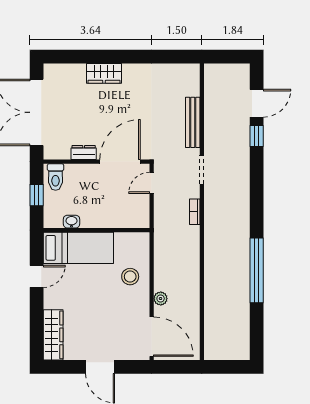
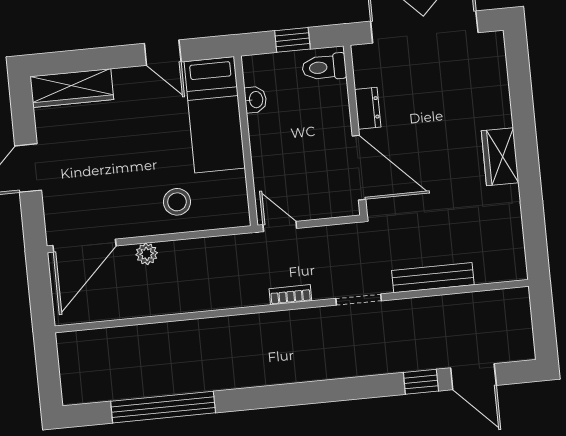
wardrobe: (104, 73) -> (500, 157), moved
door: (152, 183) -> (280, 226), moved
window: (257, 270) -> (163, 407), moved

